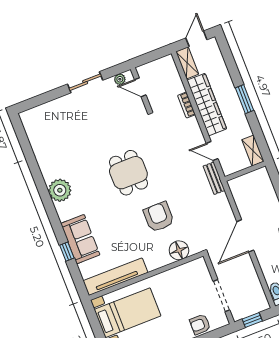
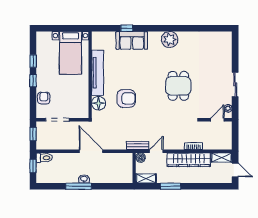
window: (244, 99) -> (171, 186), moved
boiler: (228, 168) -> (140, 158), added
dining table: (128, 173) -> (178, 86), moved, turned 90
tv unit: (115, 277) -> (98, 73), moved

